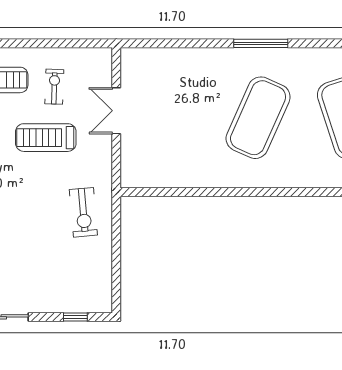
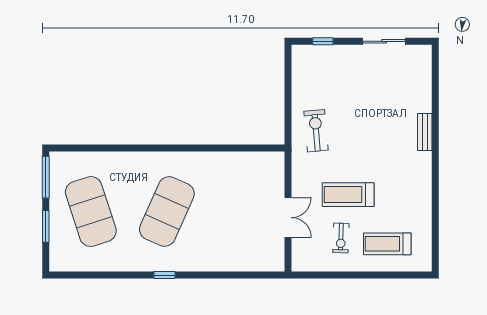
window: (261, 43) -> (164, 275), width x0.46
treadmill: (46, 138) -> (348, 195), turned 180

